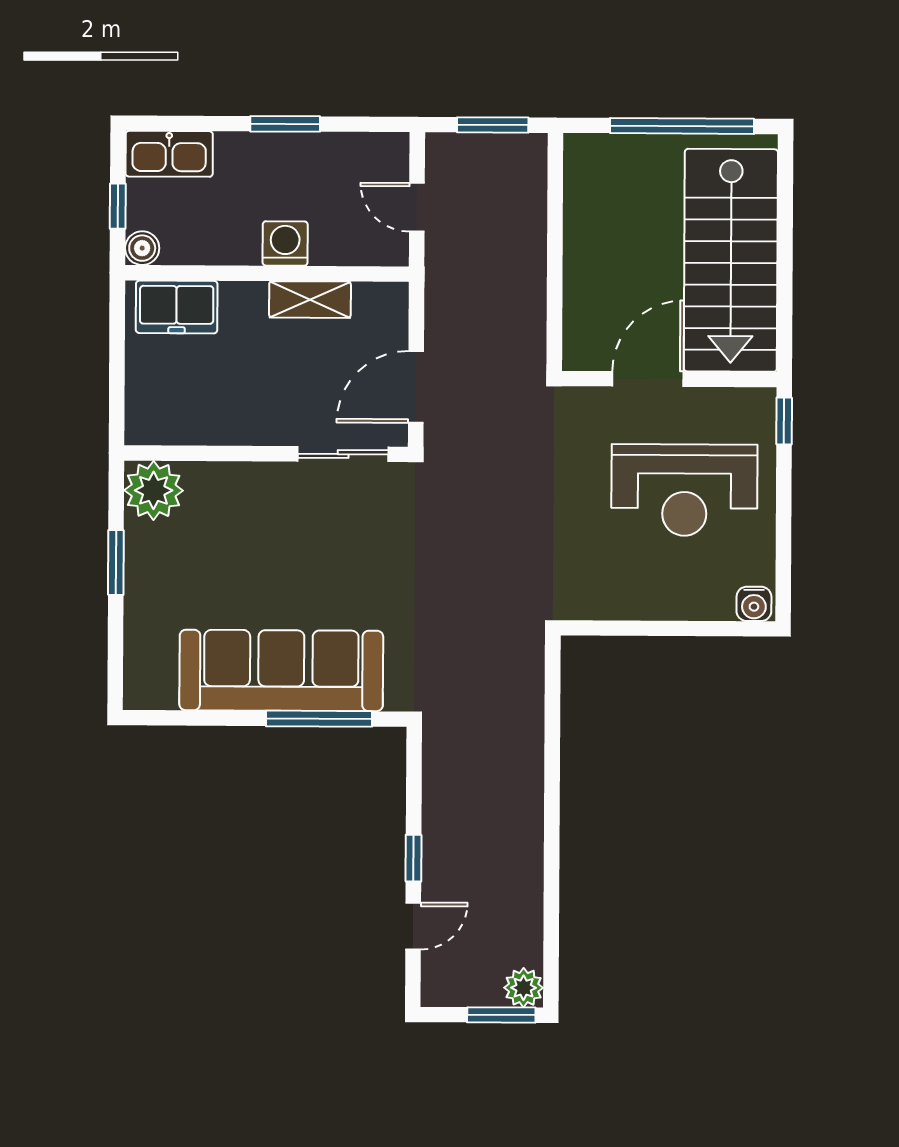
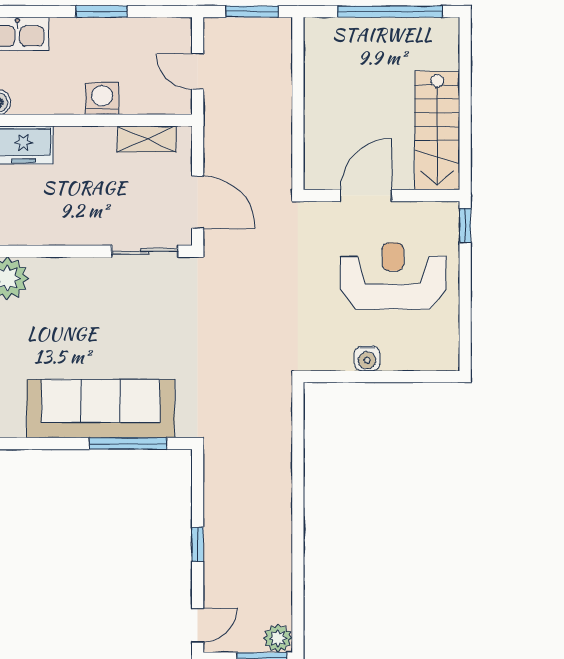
stairs: (731, 260) -> (437, 131), width x0.73, depth x0.66
shelving: (310, 300) -> (147, 139), moved
door: (416, 387) -> (198, 202), swing flipped
reception desk: (684, 490) -> (393, 276), turned 180
water cooler: (754, 604) -> (367, 358), moved
door: (413, 926) -> (198, 625), moved

